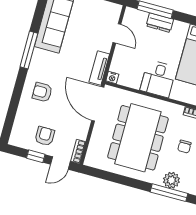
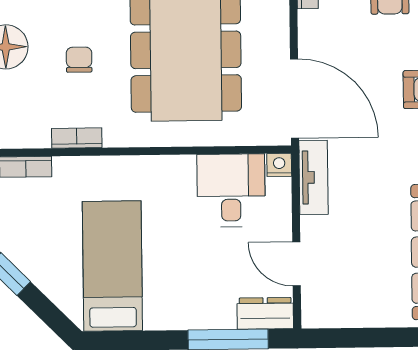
dresser: (160, 23) -> (265, 313), moved
desk: (158, 79) -> (231, 190), moved

